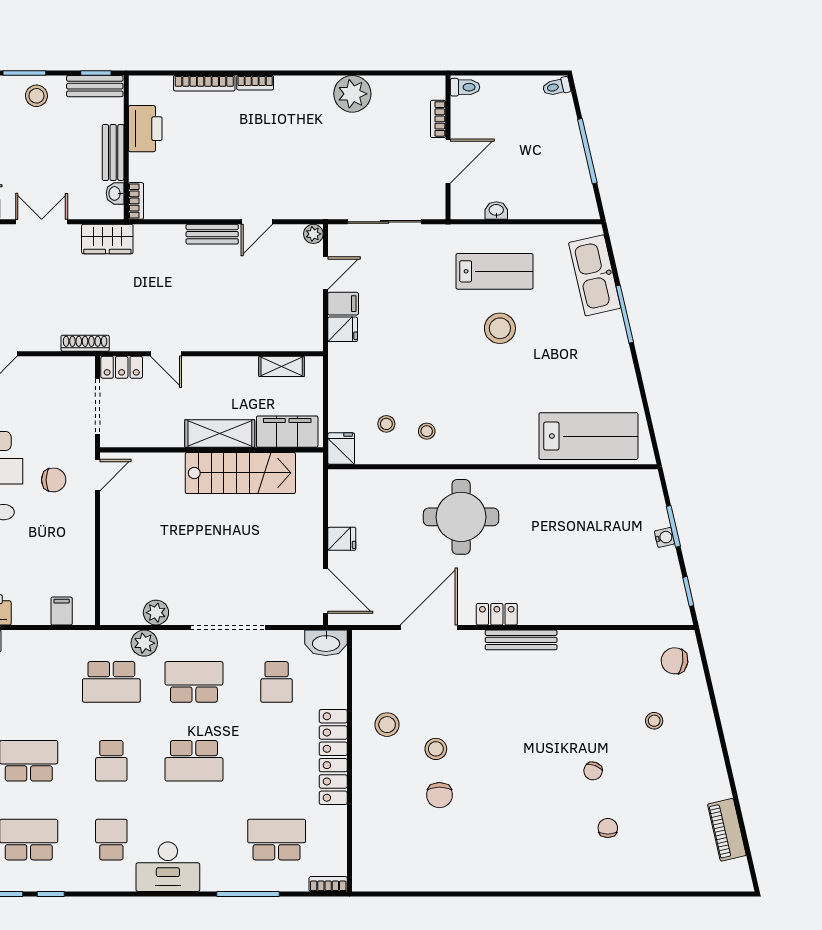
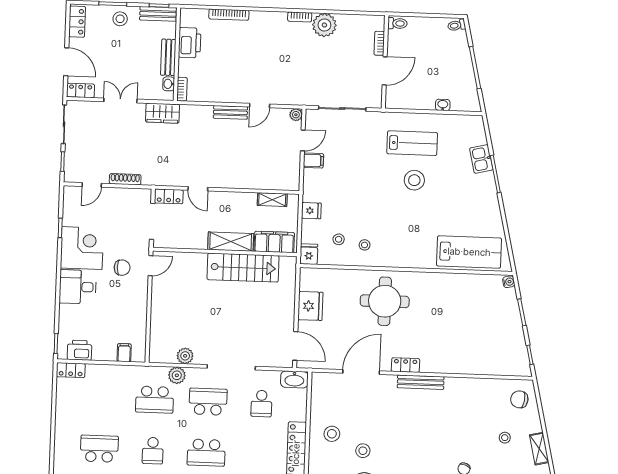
bookcase: (255, 83) -> (300, 17), moved
washbasin: (496, 210) -> (443, 105), moved
kitchen sink: (595, 275) -> (481, 159), width x0.53, depth x0.81
fridge: (343, 329) -> (311, 211), moved
shoe rack: (85, 343) -> (125, 179), moved
water cooler: (665, 537) -> (509, 282), moved
fridge: (342, 539) -> (310, 306), width x1.88, depth x1.34
shelving: (708, 736) -> (539, 449), added

